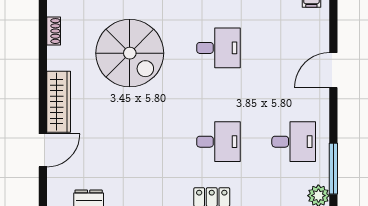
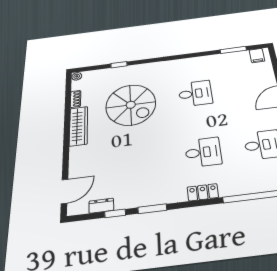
wardrobe: (59, 102) -> (79, 126), moved
door: (43, 150) -> (64, 191), moved

